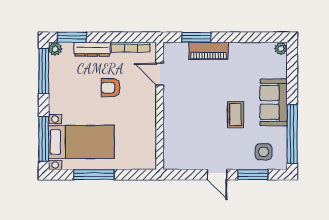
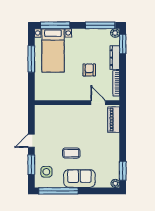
window: (196, 37) -> (123, 171), moved
piano: (209, 51) -> (114, 120), moved
door: (160, 74) -> (98, 103), hinge flipped

